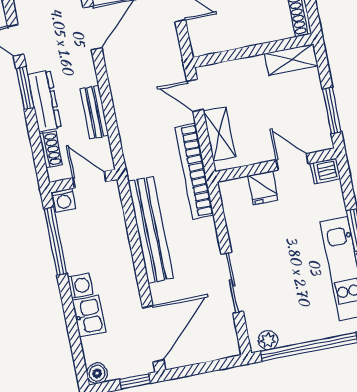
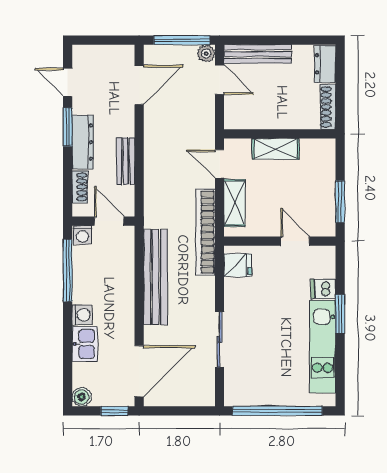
shelving: (291, 60) -> (276, 149), moved
dishwasher: (325, 171) -> (323, 289), moved
fridge: (263, 188) -> (238, 265), moved, turned -90
plant: (268, 340) -> (242, 398), removed

